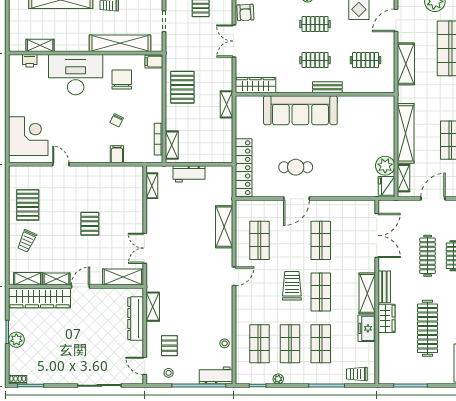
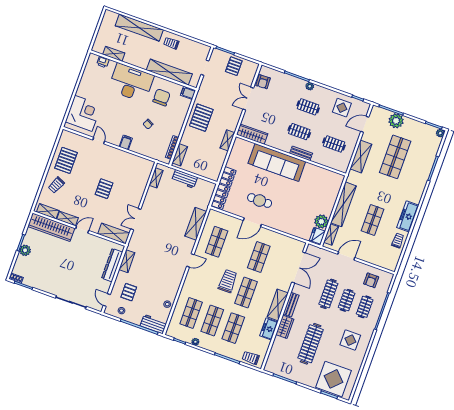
filing cabinet: (117, 154) -> (126, 143), moved

